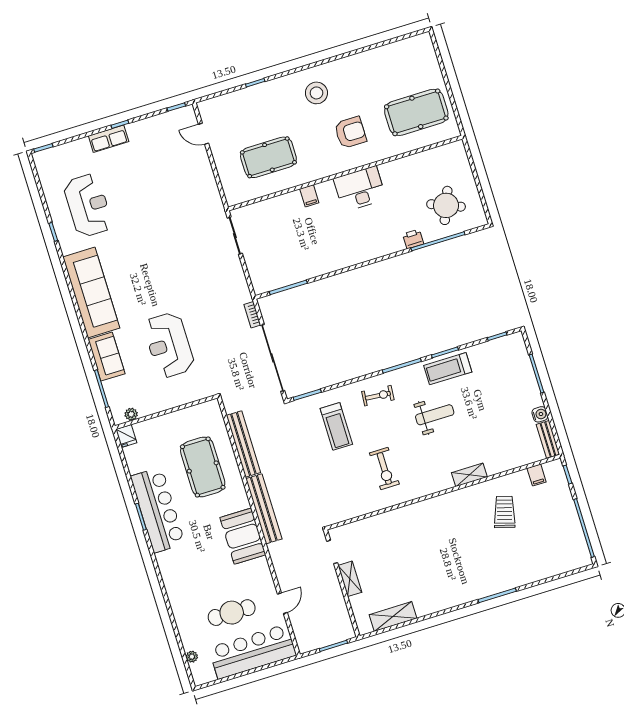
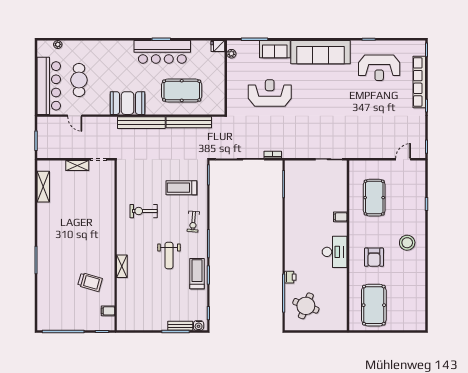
row of seats: (109, 139) -> (419, 82), width x2.02
water cooler: (540, 414) -> (199, 326), moved
bench: (548, 439) -> (180, 326), moved

